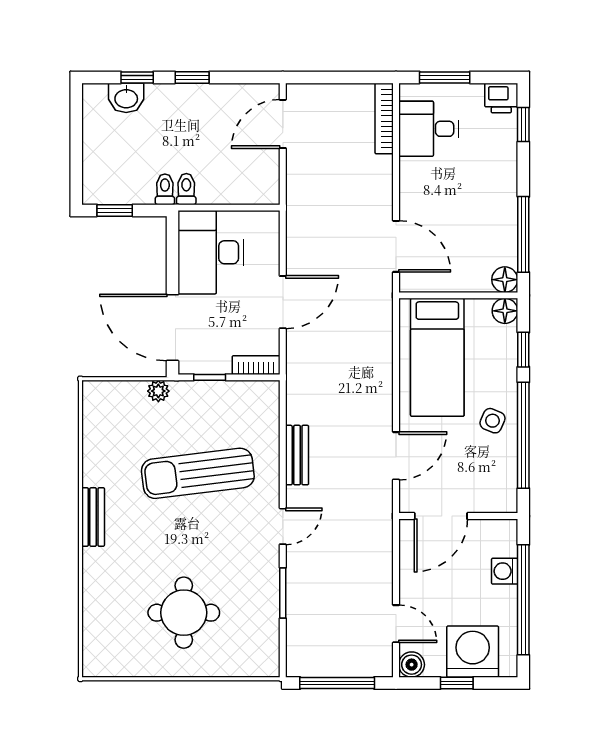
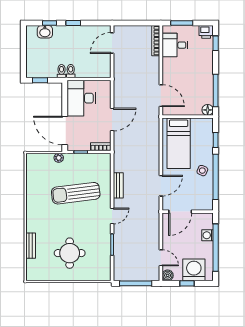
floor lamp: (505, 311) -> (208, 123), removed
bench: (93, 517) -> (31, 246), moved

